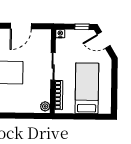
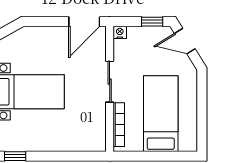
door: (21, 26) -> (84, 22), moved
plant: (45, 106) -> (99, 142), removed

